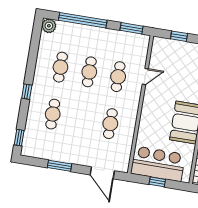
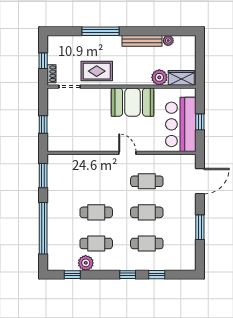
plant: (49, 26) -> (86, 263), moved
window: (35, 40) -> (72, 275), added
cafe table: (118, 77) -> (147, 212), moved
door: (145, 77) -> (127, 153), moved
window: (19, 138) -> (157, 275), moved

